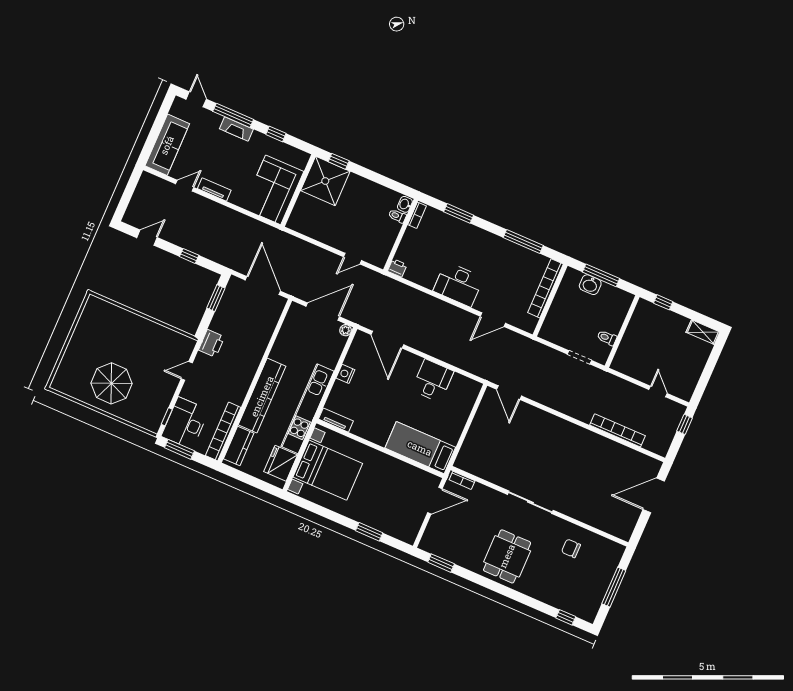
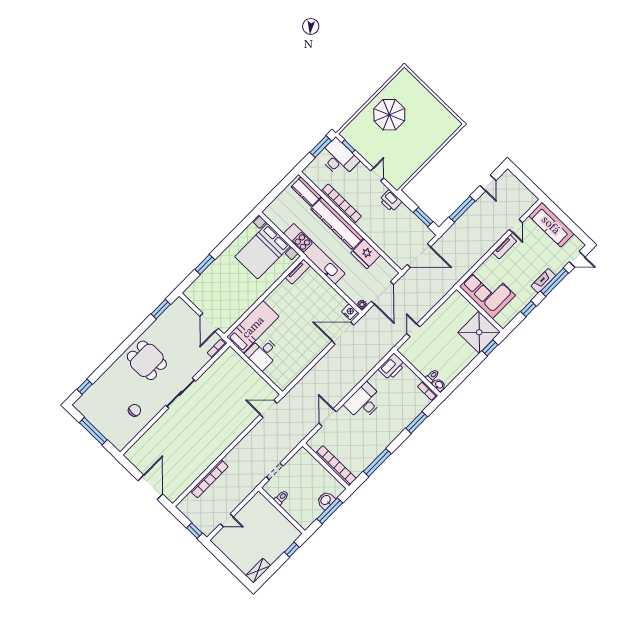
window: (189, 256) -> (462, 209), width x2.17
printer: (397, 268) -> (392, 367), width x1.87, depth x1.48
nightstand: (345, 374) -> (350, 312), moved
desk: (433, 381) -> (263, 353), moved, turned 90
bookcase: (223, 431) -> (341, 204), moved
fridge: (281, 463) -> (366, 254), moved, turned 180

